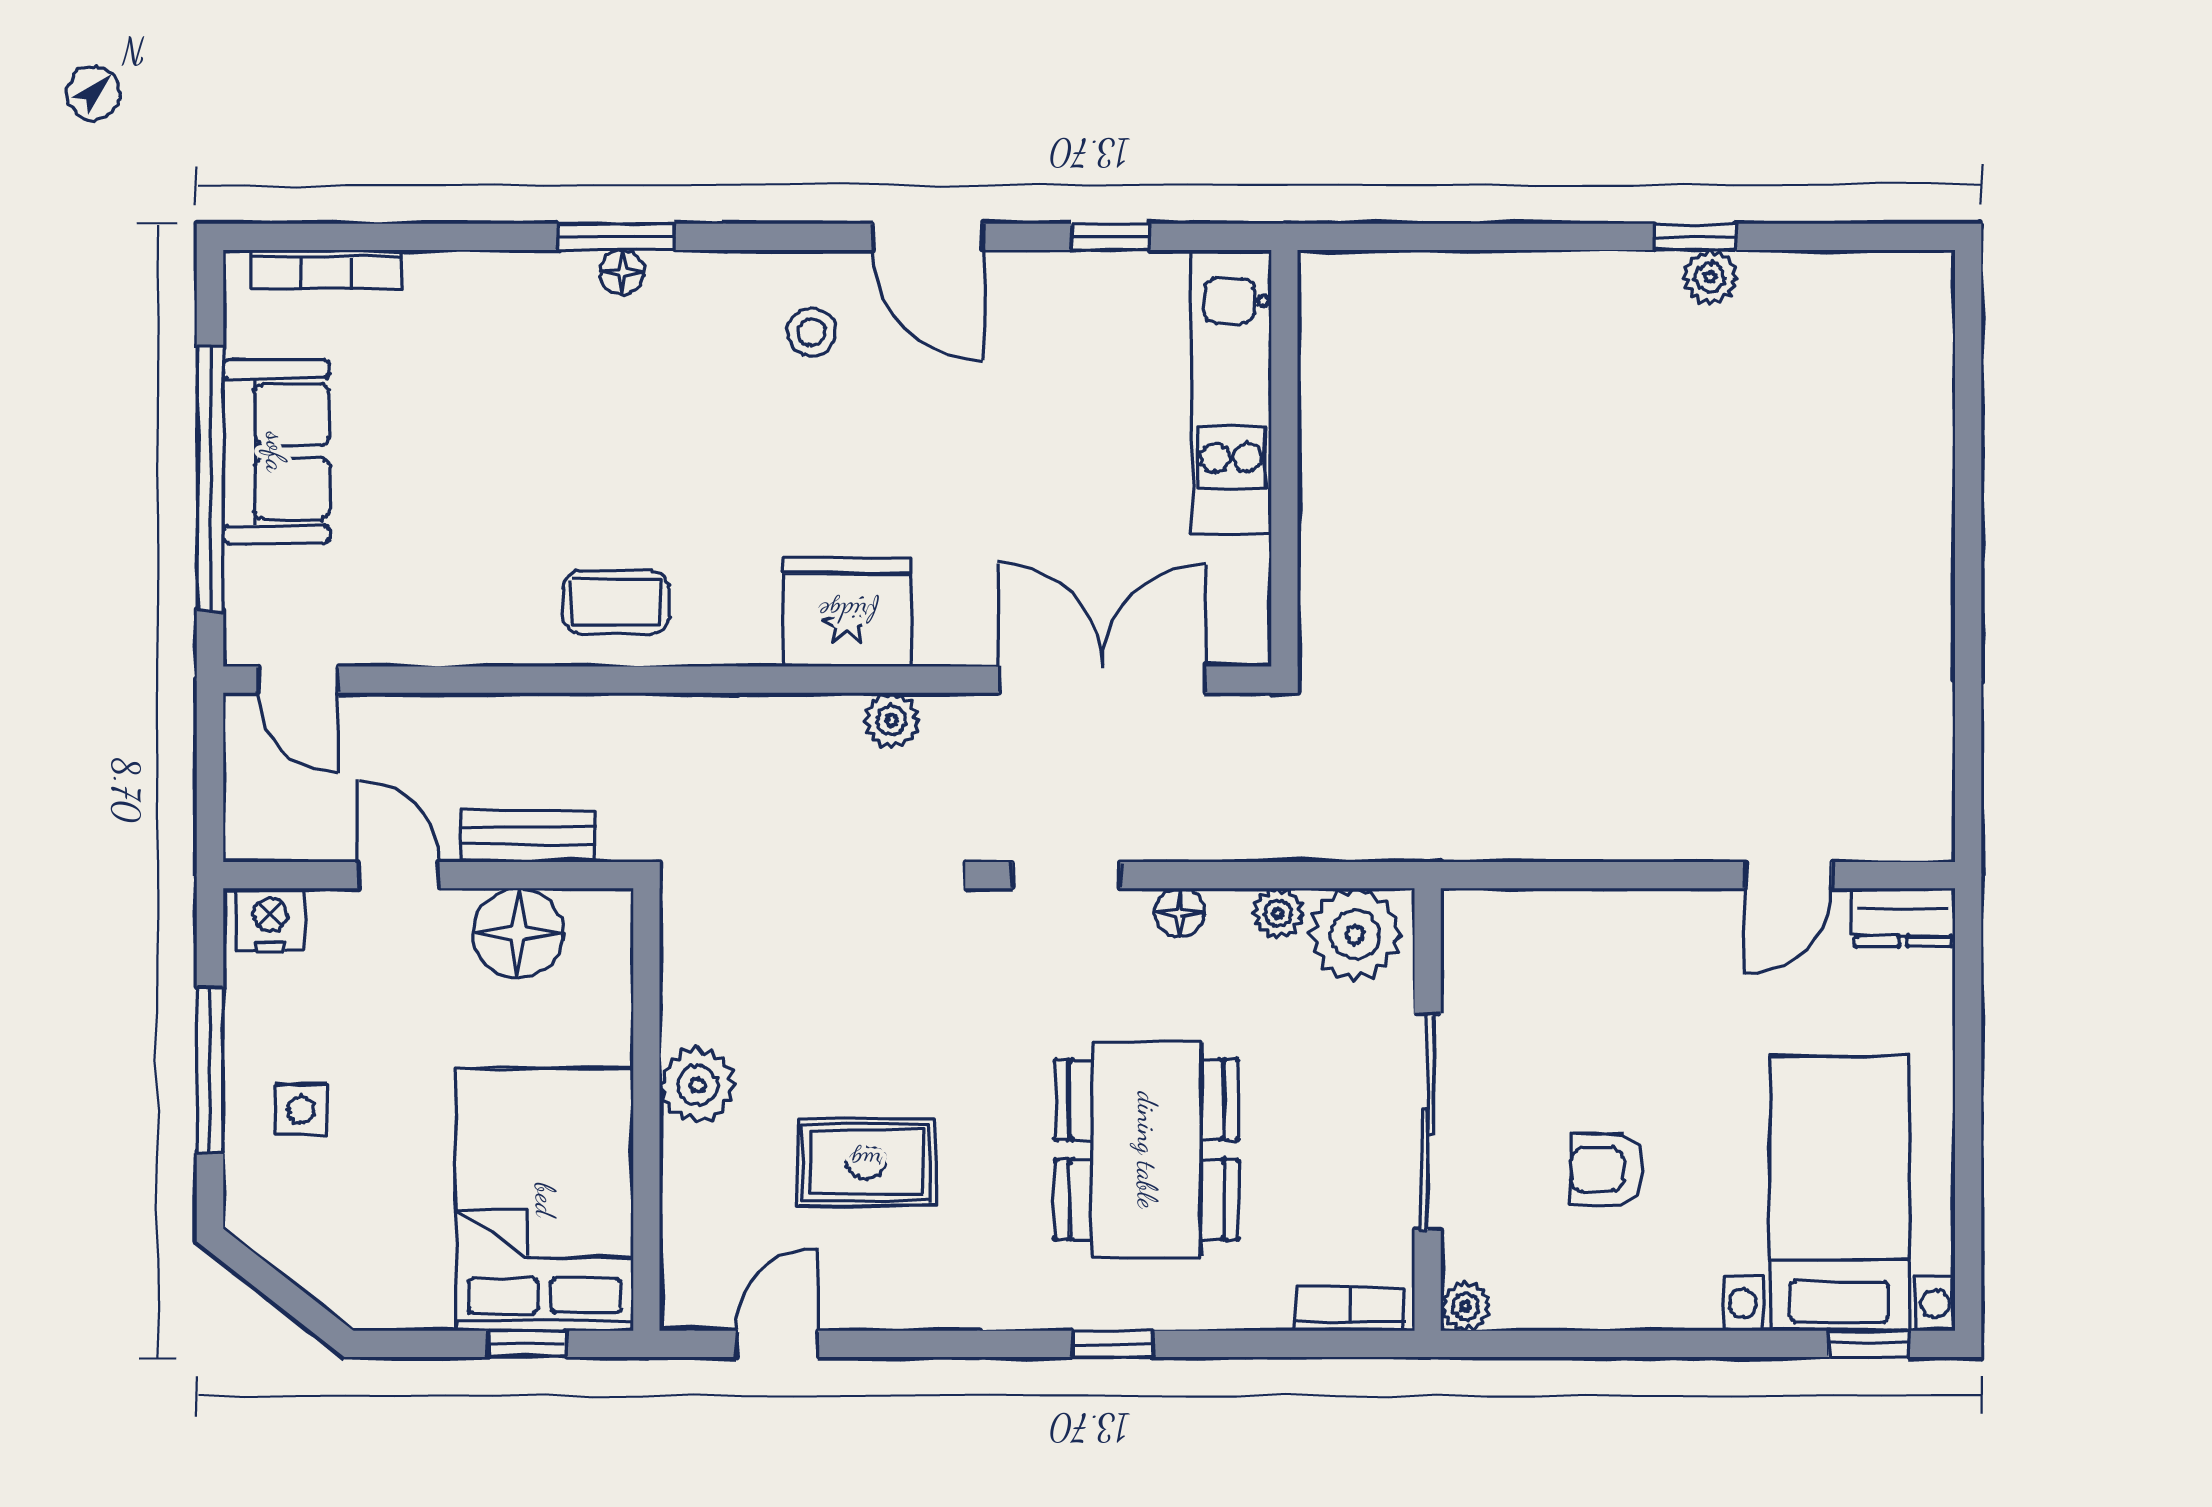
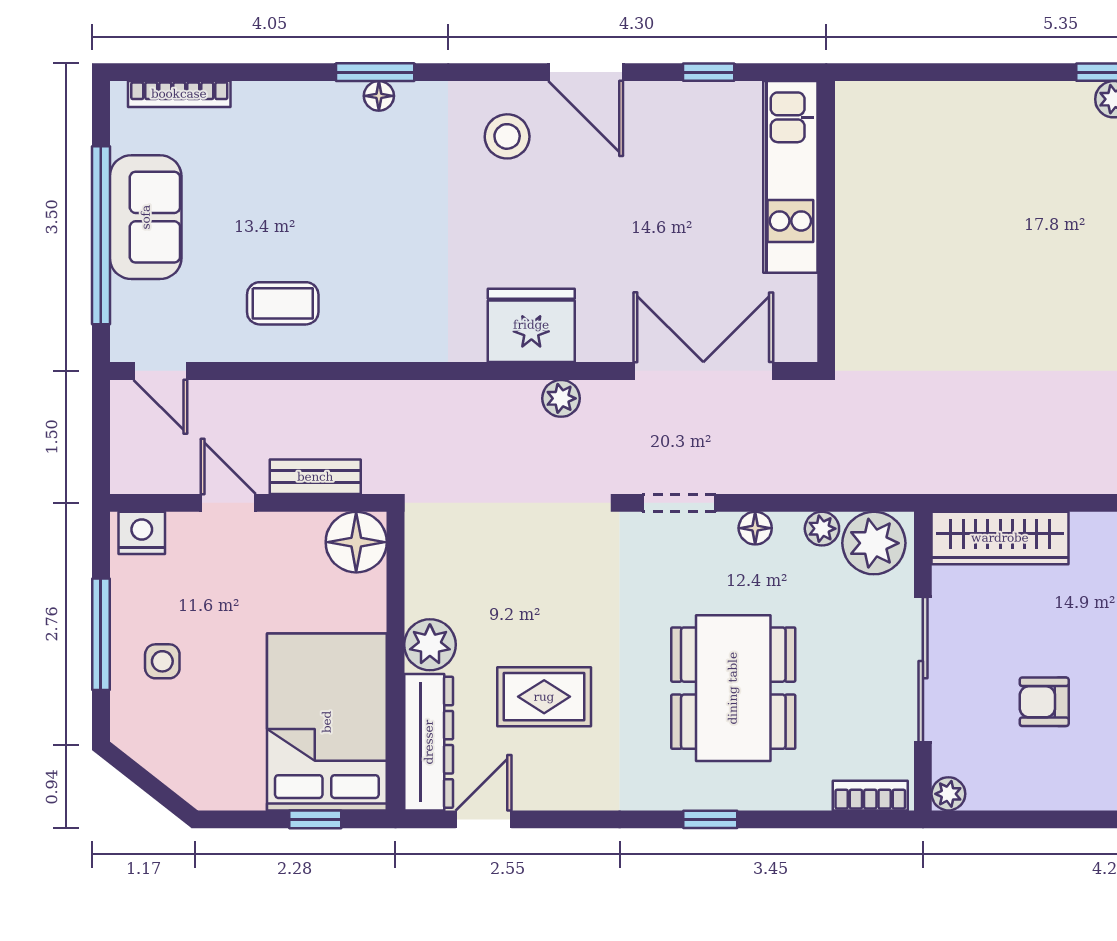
stool: (812, 332) -> (507, 136), width x1.37, depth x1.37
coffee table: (616, 603) -> (283, 303), moved
wardrobe: (1542, 927) -> (1000, 538), added
floor lamp: (518, 933) -> (356, 542), moved
dresser: (695, 1230) -> (429, 742), added

